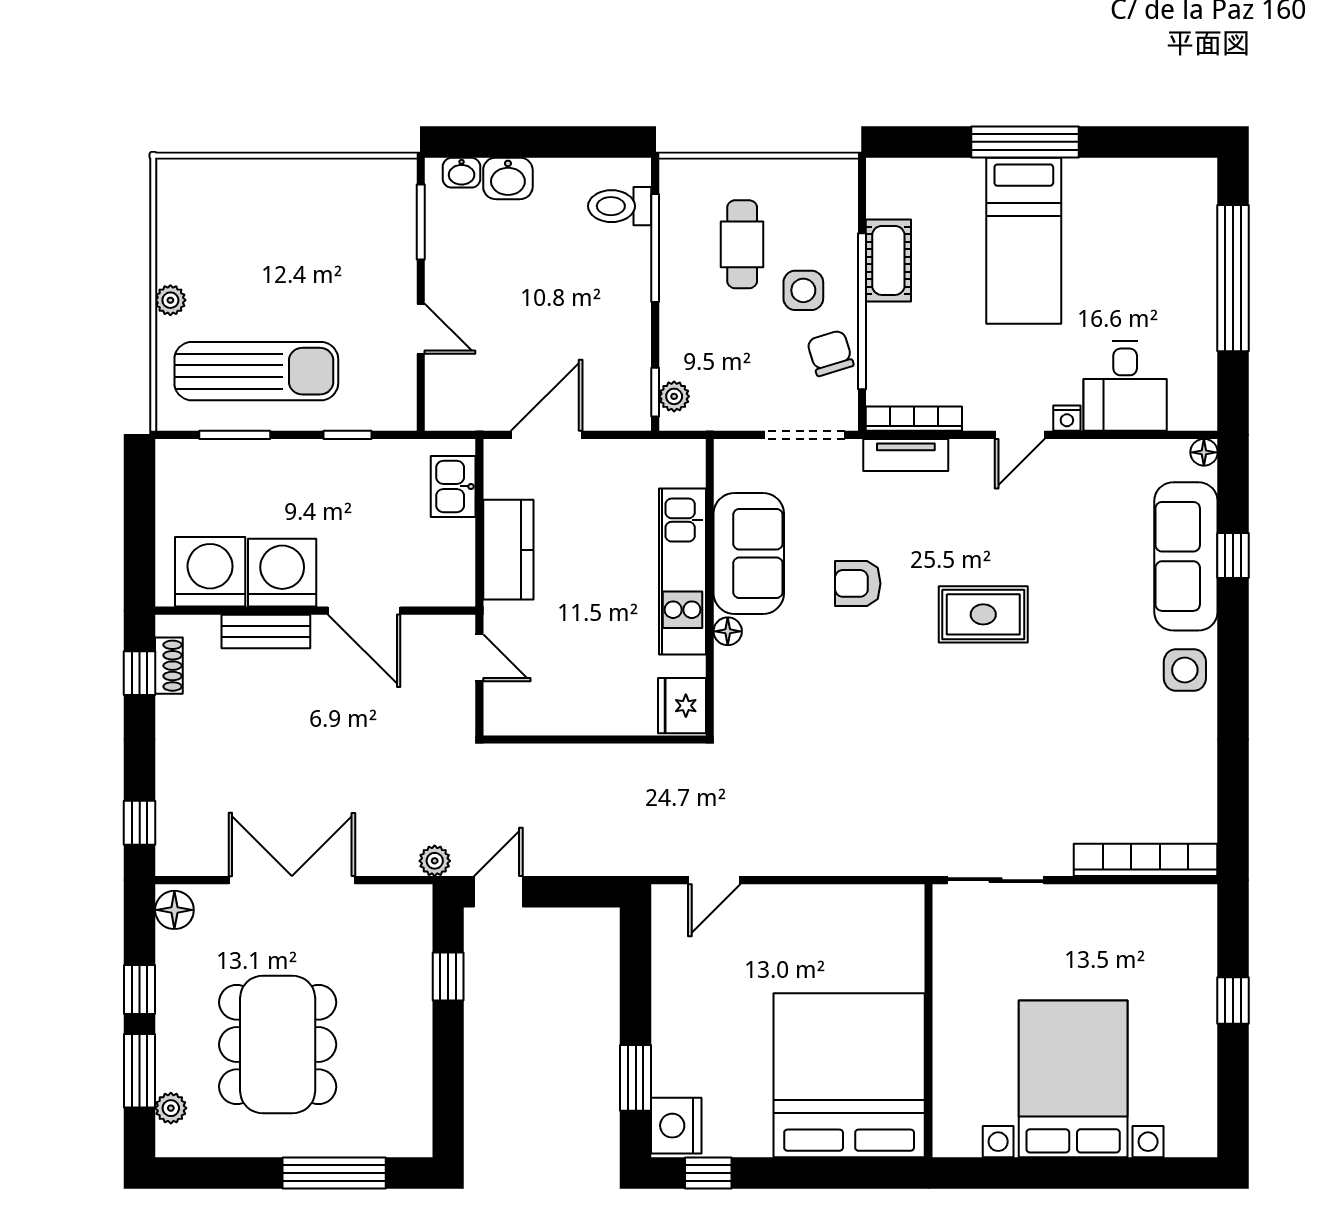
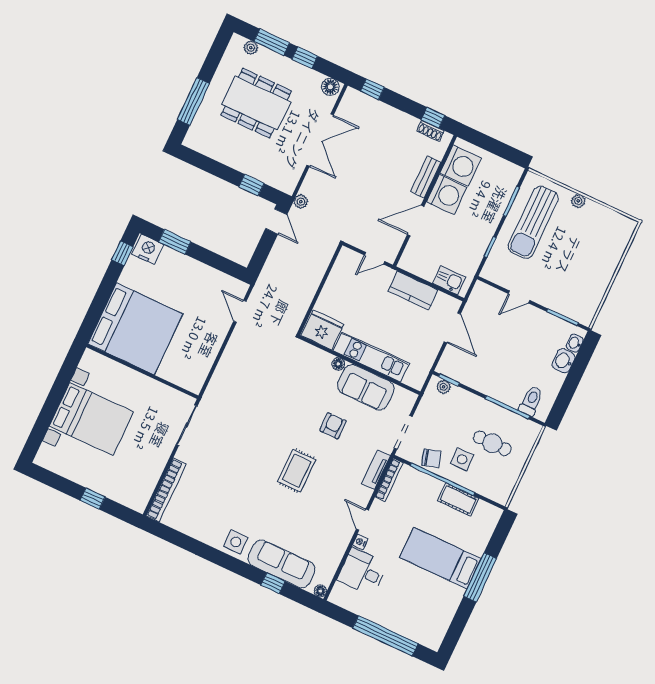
fridge: (682, 706) -> (322, 330), width x1.36, depth x1.34

